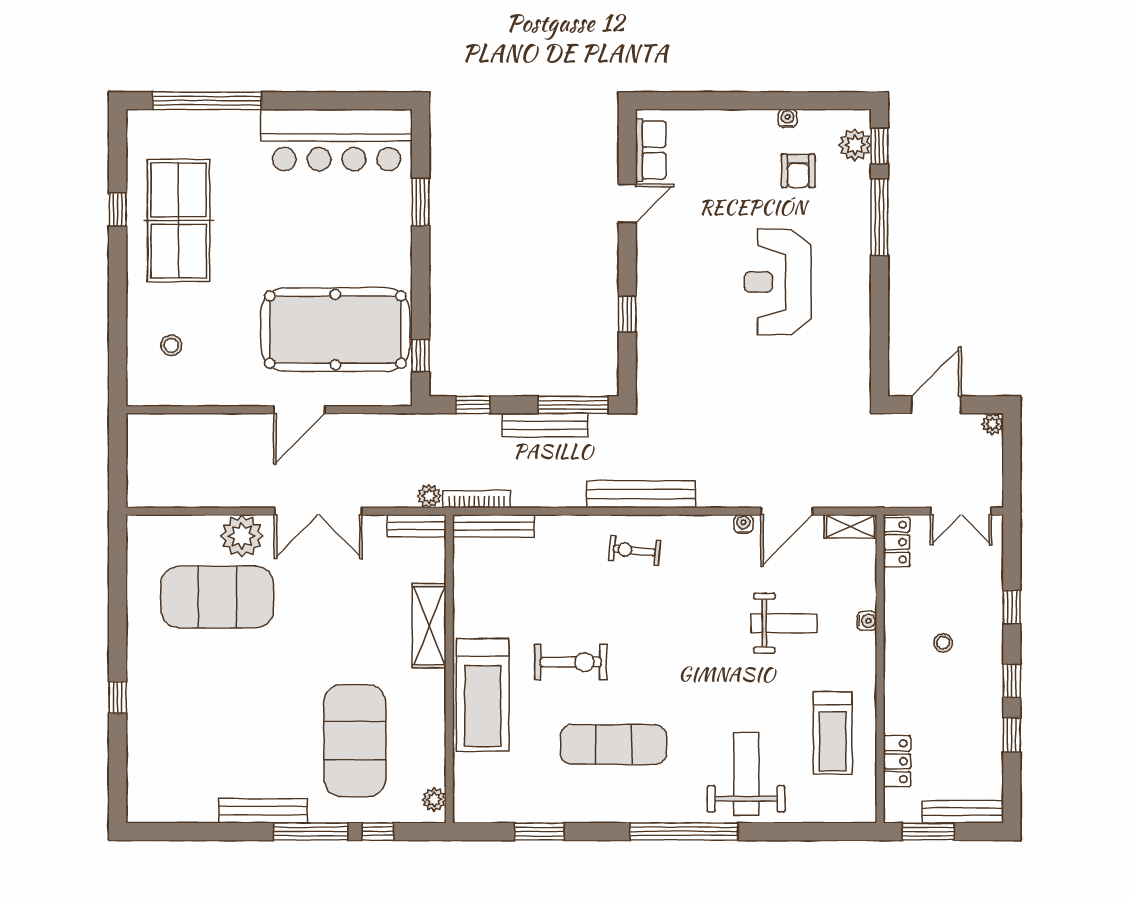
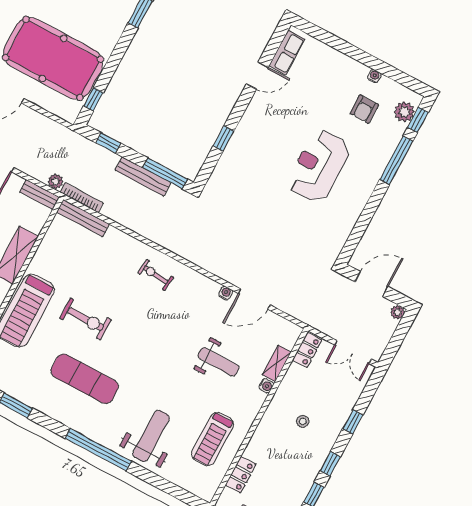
bench: (641, 494) -> (176, 245), removed
shelving: (850, 526) -> (277, 363), moved, turned 90

